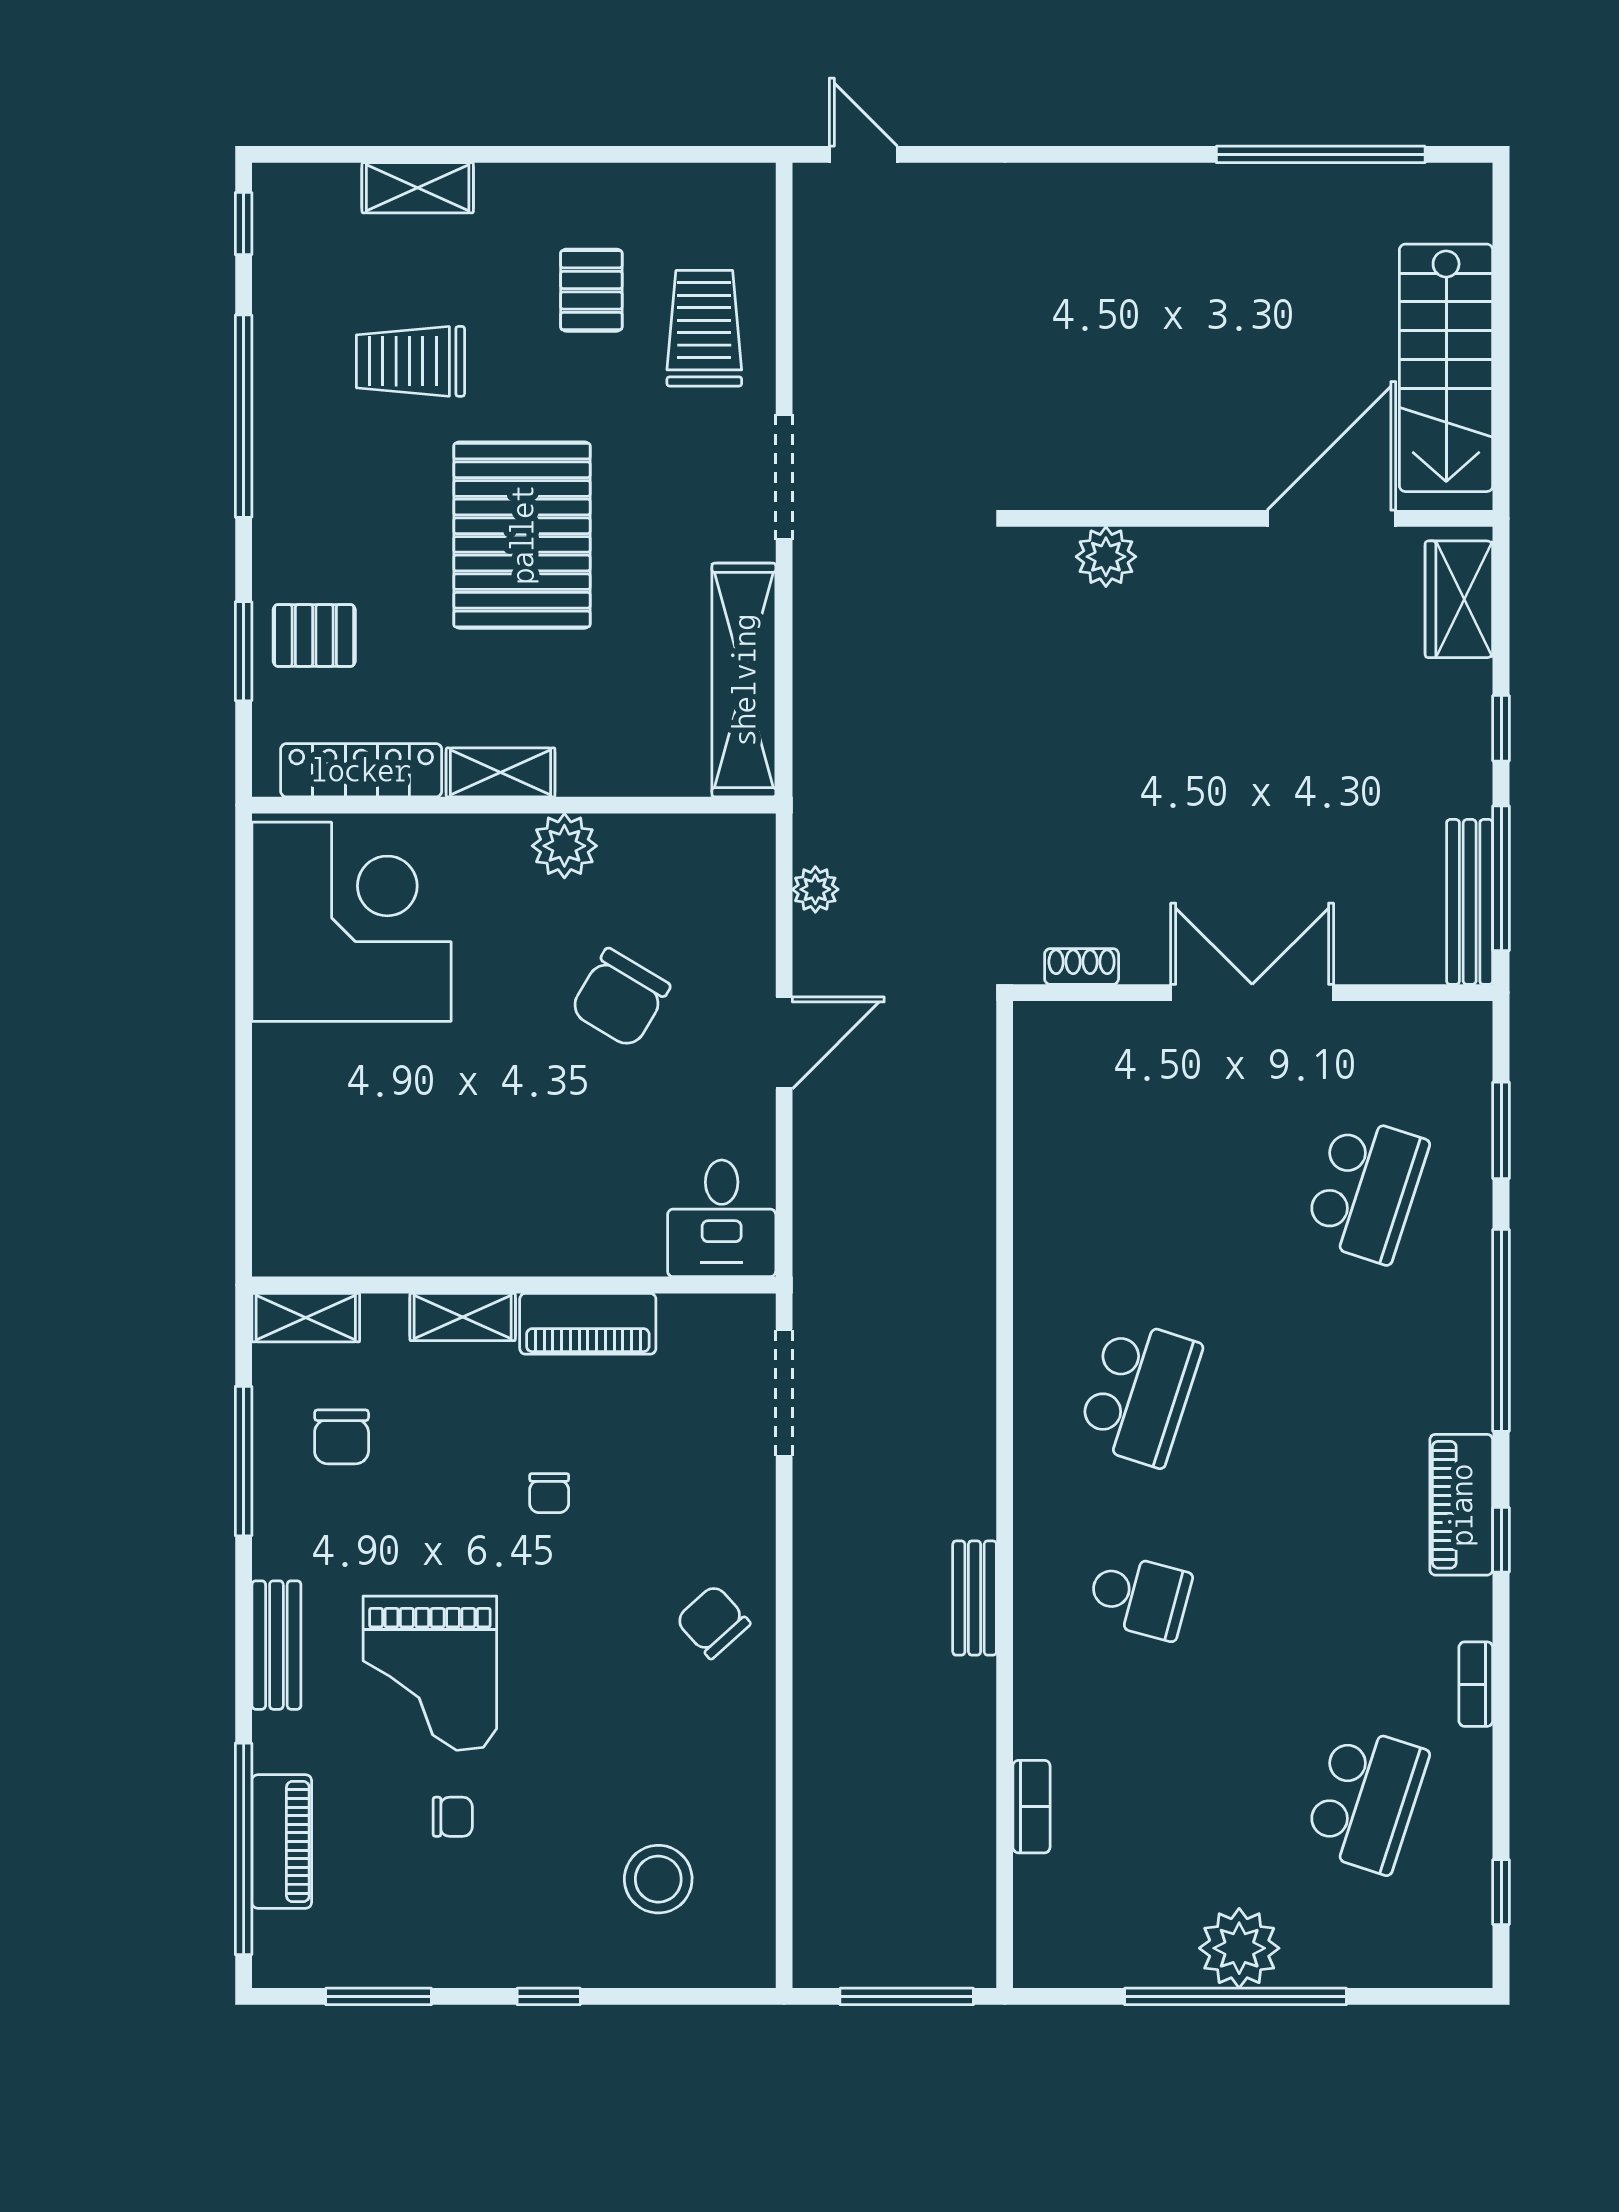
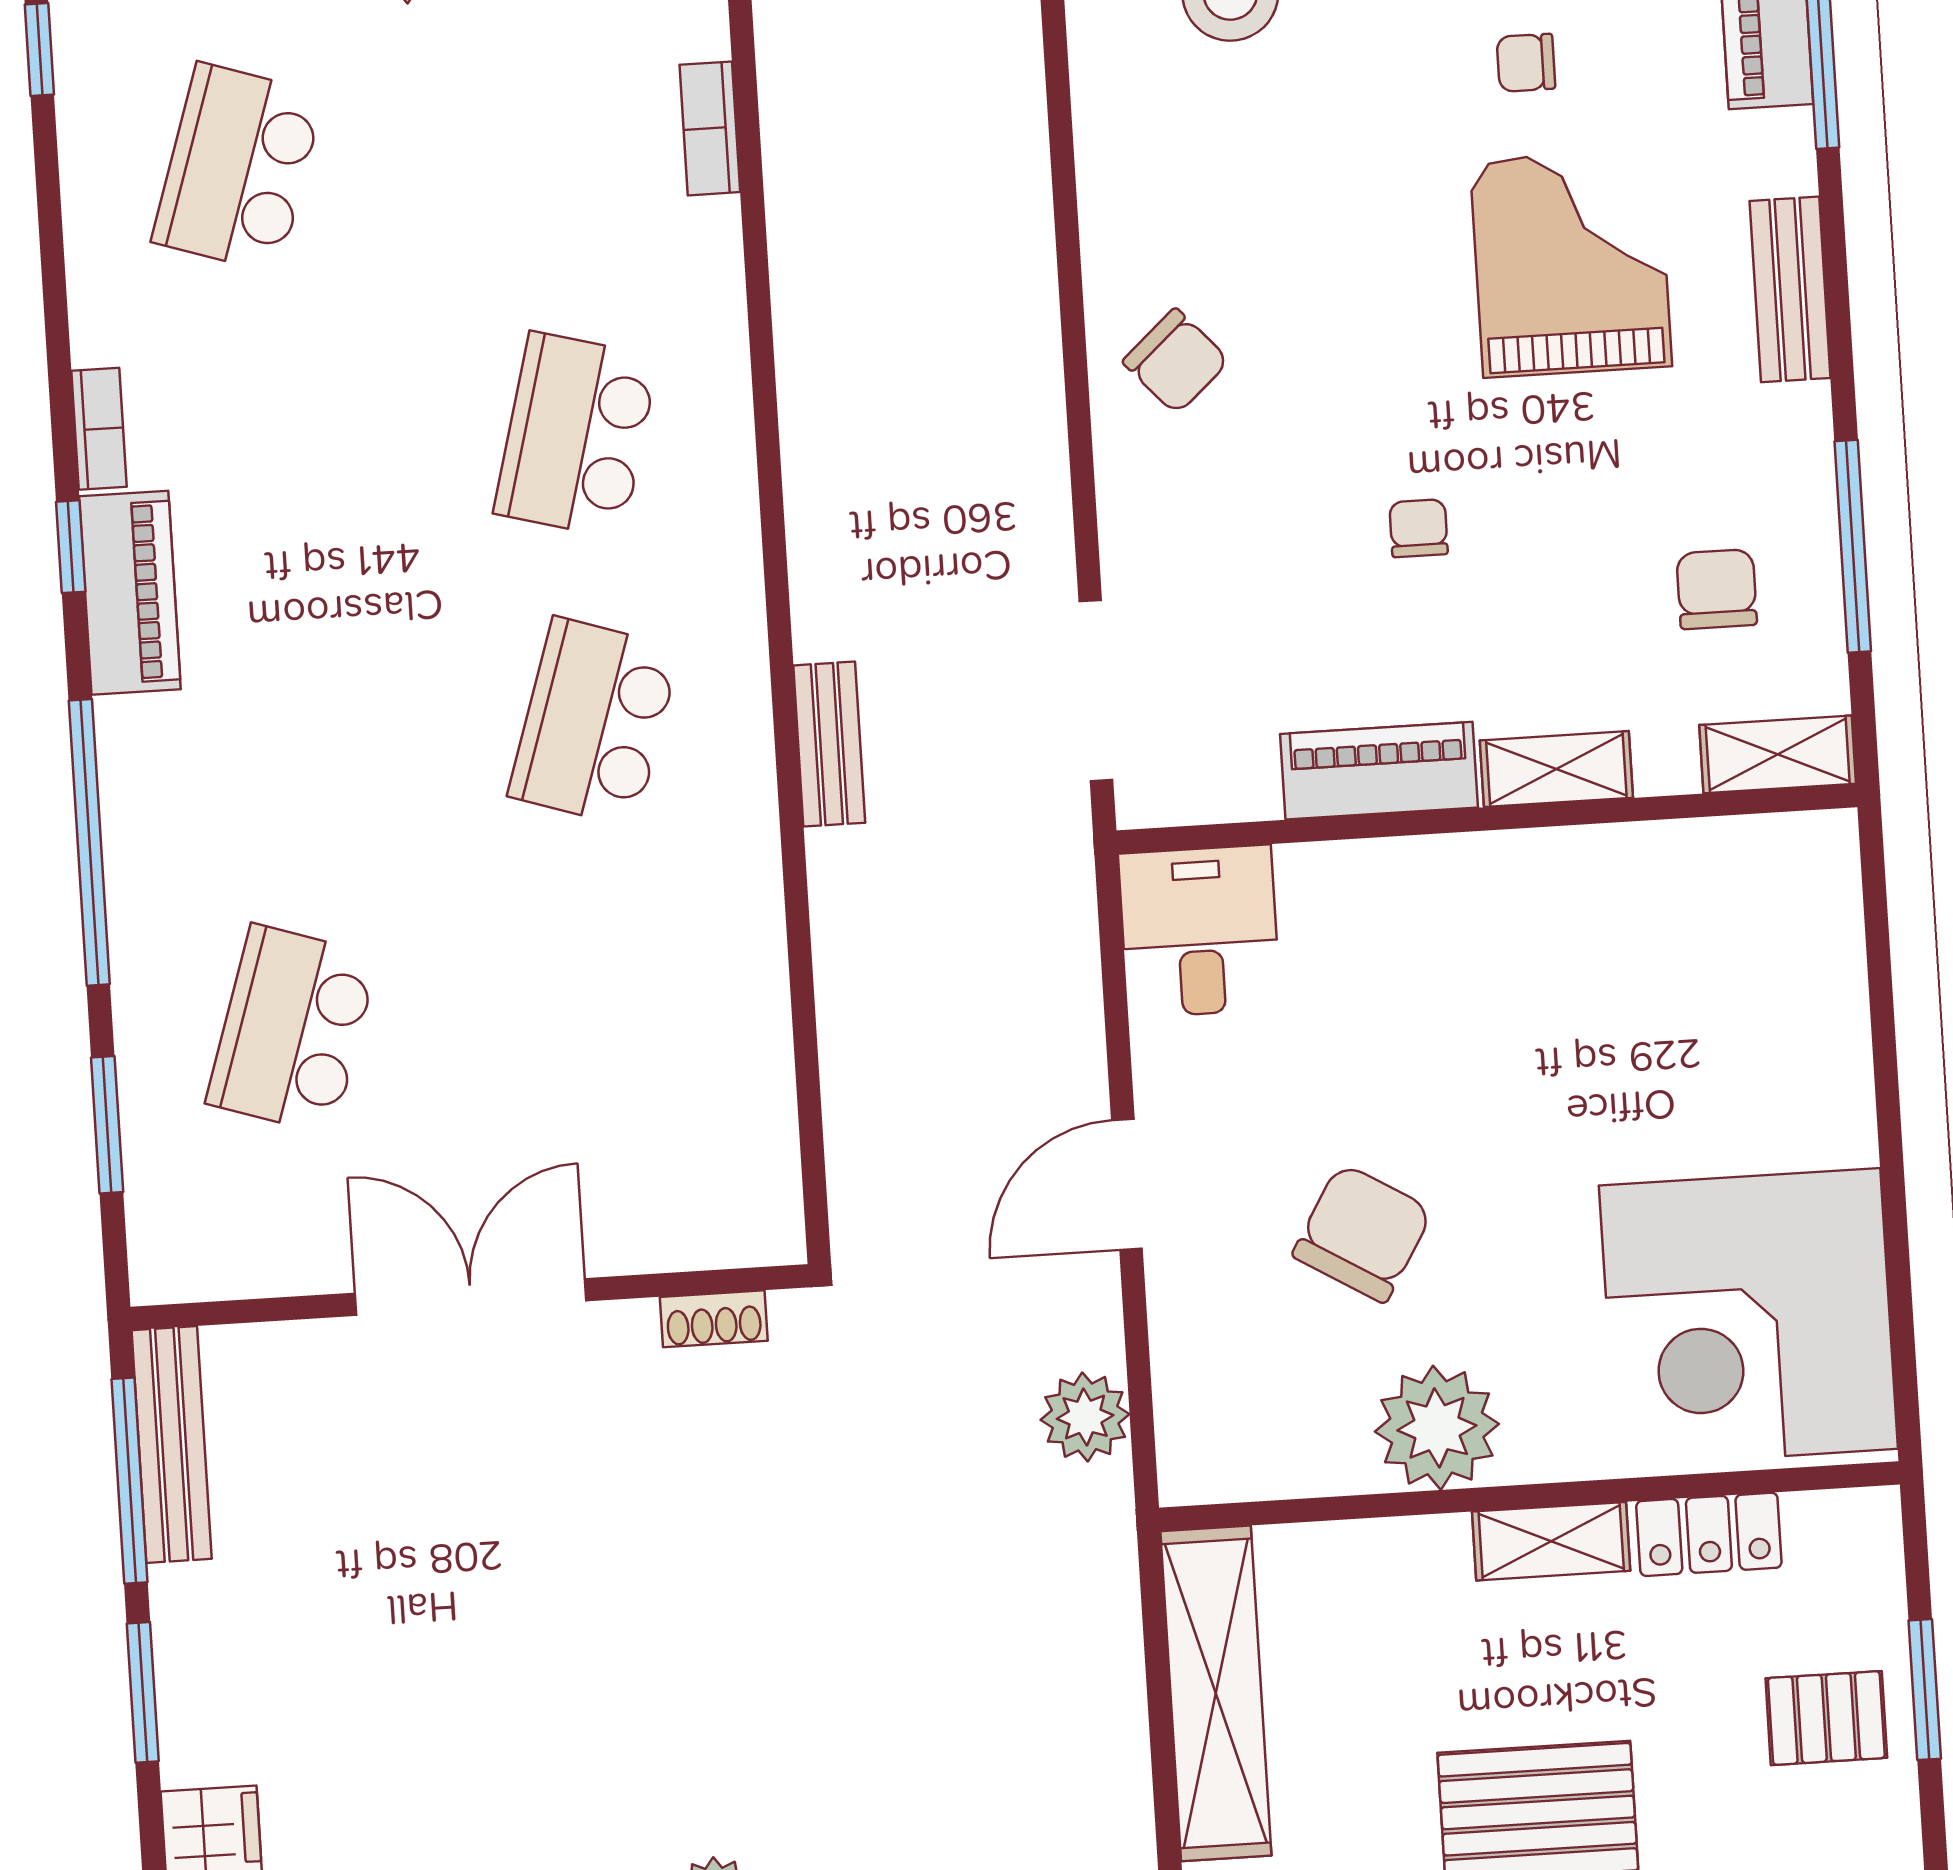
window: (1501, 728) -> (143, 1692), width x1.50
locker: (361, 770) -> (1709, 1534), width x0.66
plant: (564, 846) -> (1437, 1428), width x1.36, depth x1.36
plant: (815, 889) -> (1085, 1417), width x1.38, depth x1.38
double door: (1252, 993) -> (471, 1297), swing flipped
school desk: (1139, 1596) -> (576, 435), width x1.85
bench: (975, 1598) -> (829, 744), moved
bookcase: (1476, 1684) -> (99, 429), moved

